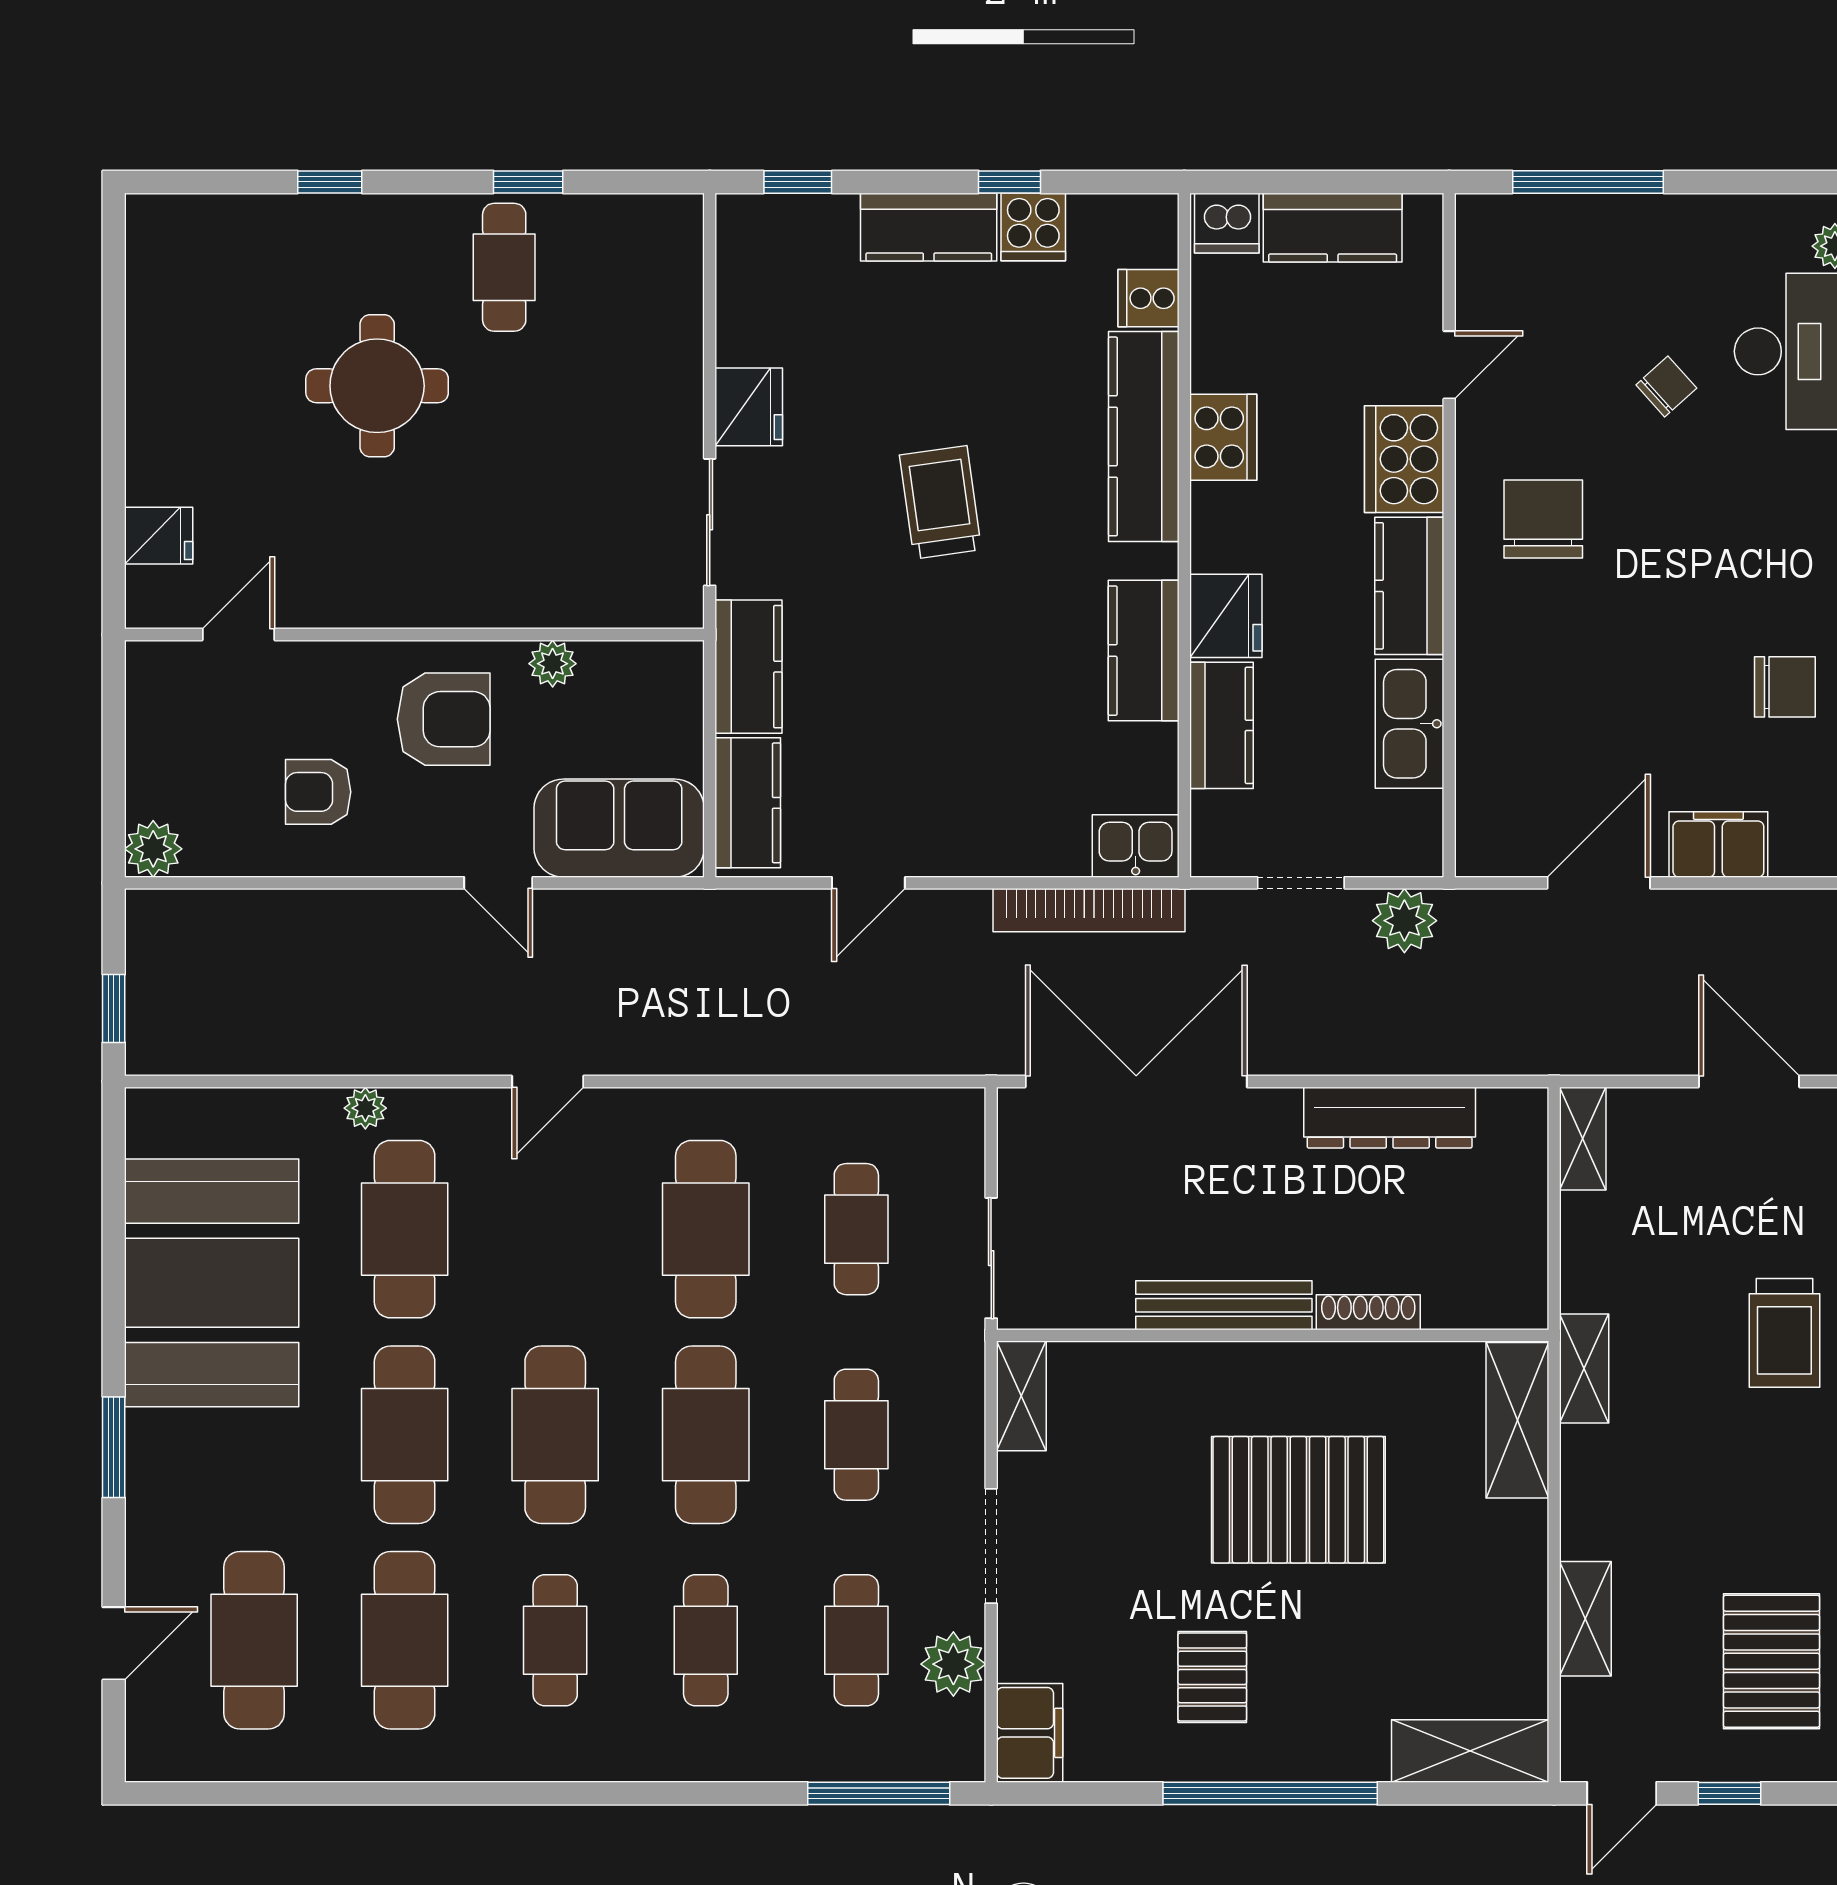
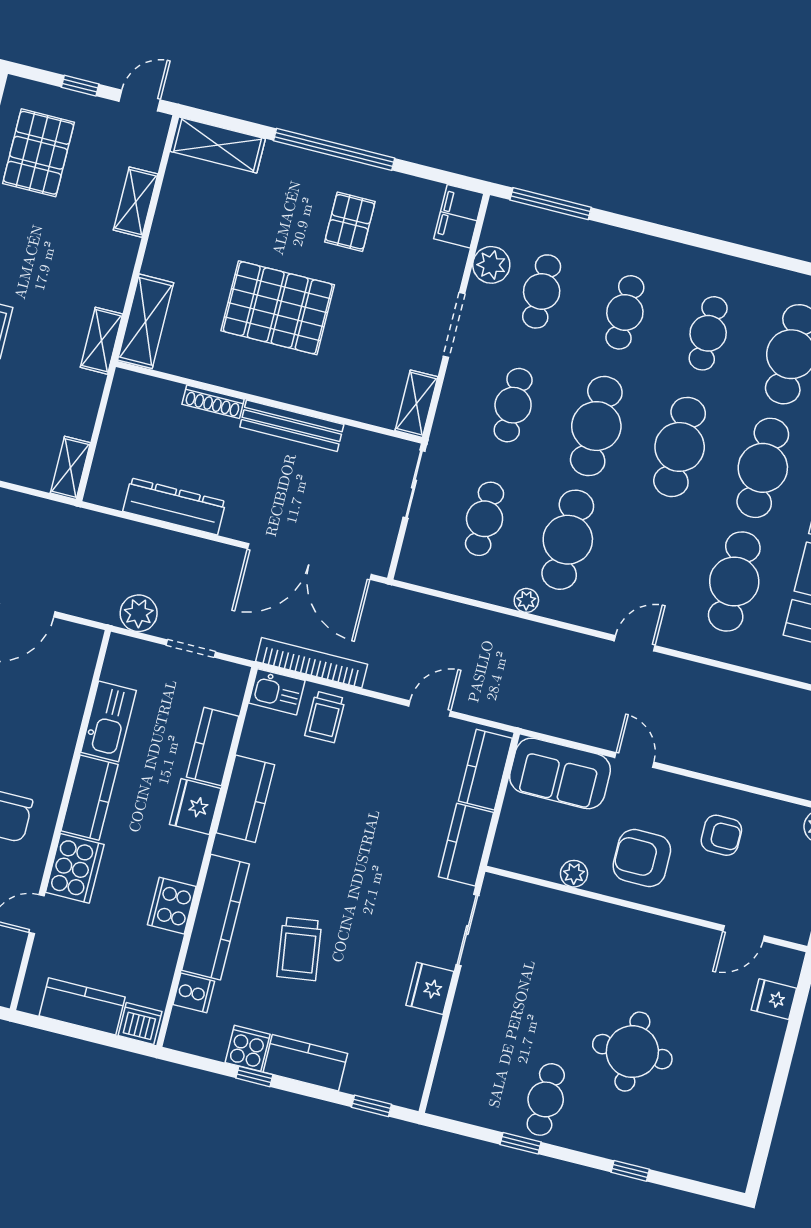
trolley: (940, 502) -> (299, 949), moved
trolley: (1043, 824) -> (325, 717), added
plant: (365, 1108) -> (526, 600), moved

